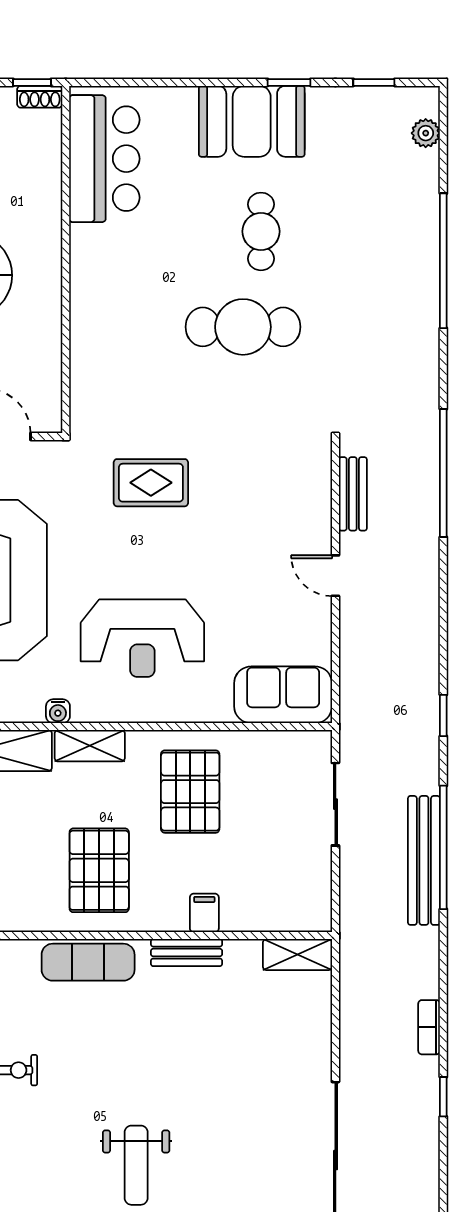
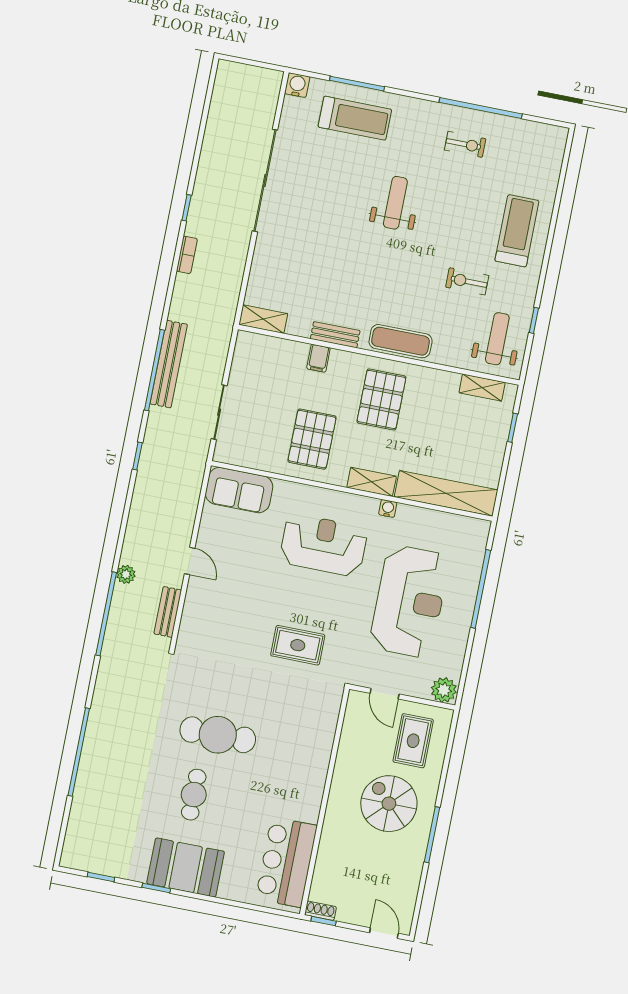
plant: (426, 133) -> (126, 574), moved

